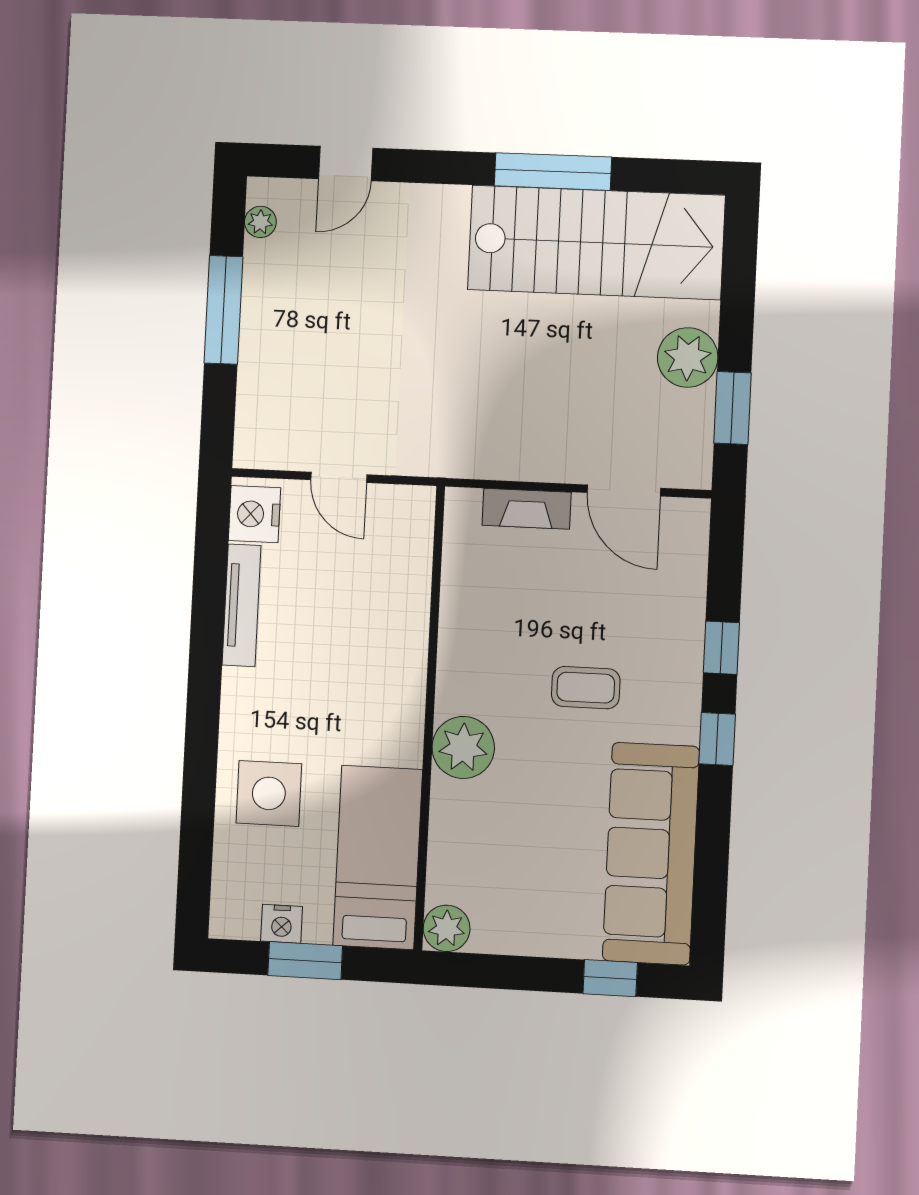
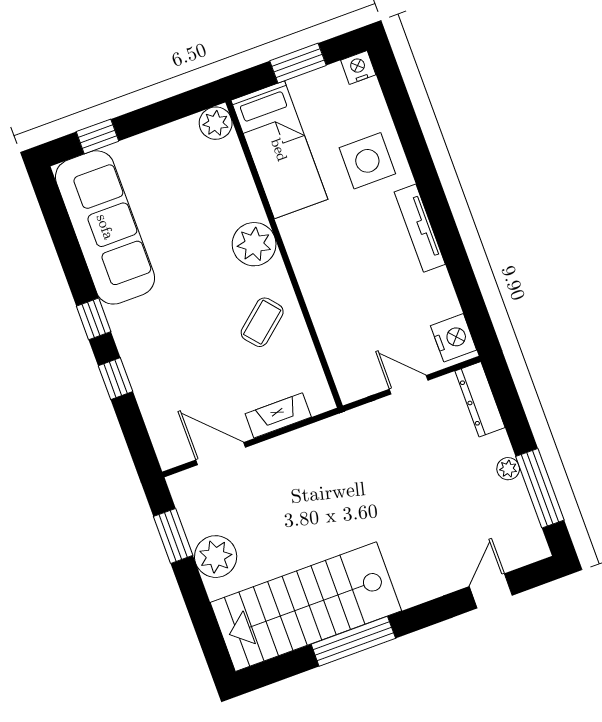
plant: (260, 222) -> (508, 469), moved
window: (224, 310) -> (540, 488), moved
dresser: (254, 419) -> (480, 399), added
tv unit: (242, 605) -> (420, 228), moved
coffee table: (586, 688) -> (262, 322), moved, turned -40
nightstand: (282, 924) -> (358, 67), moved

